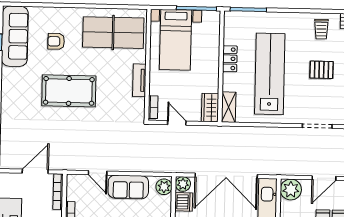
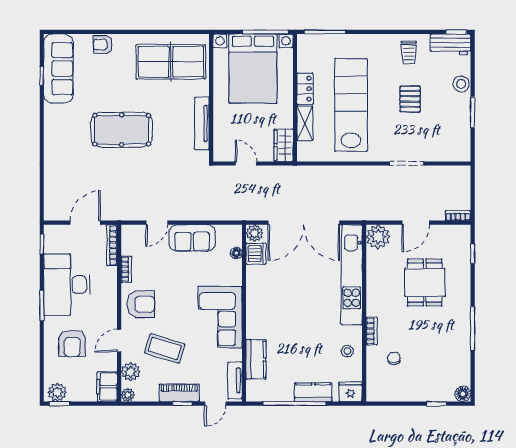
bed with nightstands: (176, 40) -> (253, 69), width x1.36
armchair: (56, 41) -> (103, 45), moved
pallet: (321, 70) -> (410, 99), turned 90
tv unit: (139, 80) -> (202, 123), width x1.41
bookcase: (153, 107) -> (218, 146), removed
shelving: (229, 107) -> (305, 123), moved
door: (98, 173) -> (157, 223), hinge flipped
plant: (164, 187) -> (233, 237), removed
floor lamp: (167, 201) -> (236, 253), added

